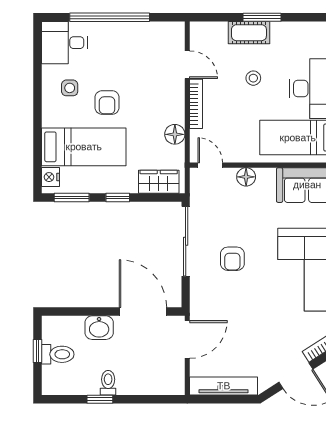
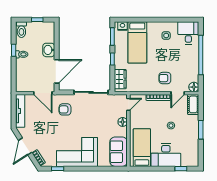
cot: (249, 33) -> (193, 104), moved
armchair: (107, 102) -> (165, 78), moved
floor lamp: (175, 134) -> (194, 87), moved
armchair: (232, 259) -> (65, 109), moved
toilet: (58, 354) -> (21, 30), moved

